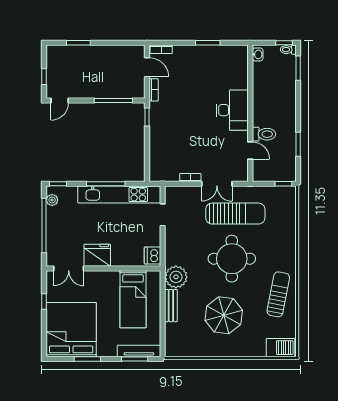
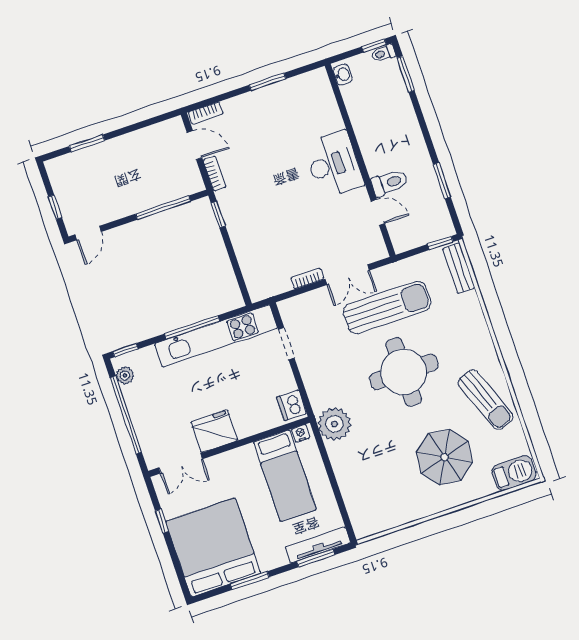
nightstand: (152, 276) -> (301, 433), added
sun lounger: (278, 294) -> (485, 400), turned 148
bench: (171, 306) -> (459, 268), moved
parasol: (224, 315) -> (445, 457), moved

